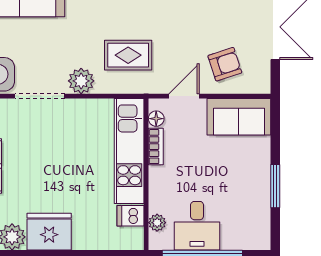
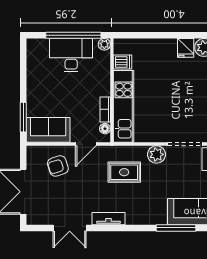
window: (275, 186) -> (23, 117), moved
plant: (157, 223) -> (104, 44), moved
desk: (197, 226) -> (71, 55), width x1.37
fridge: (49, 232) -> (186, 48), width x0.53, depth x0.75

